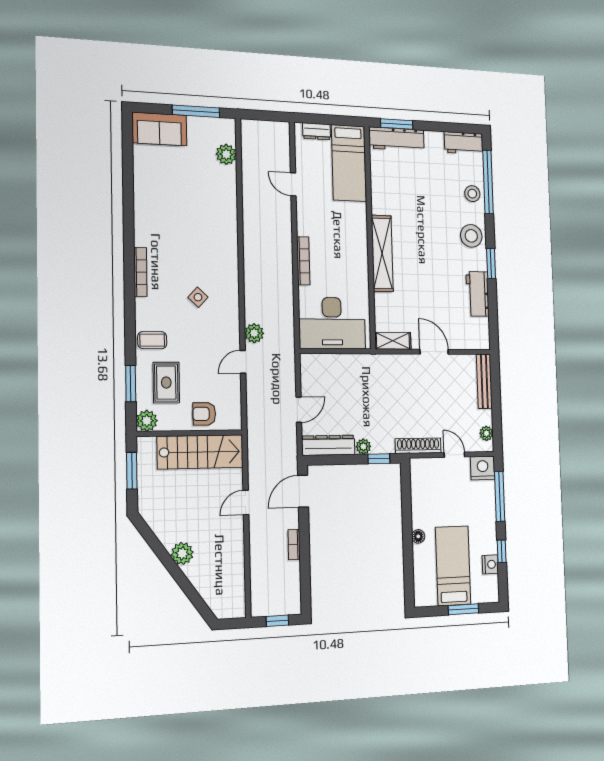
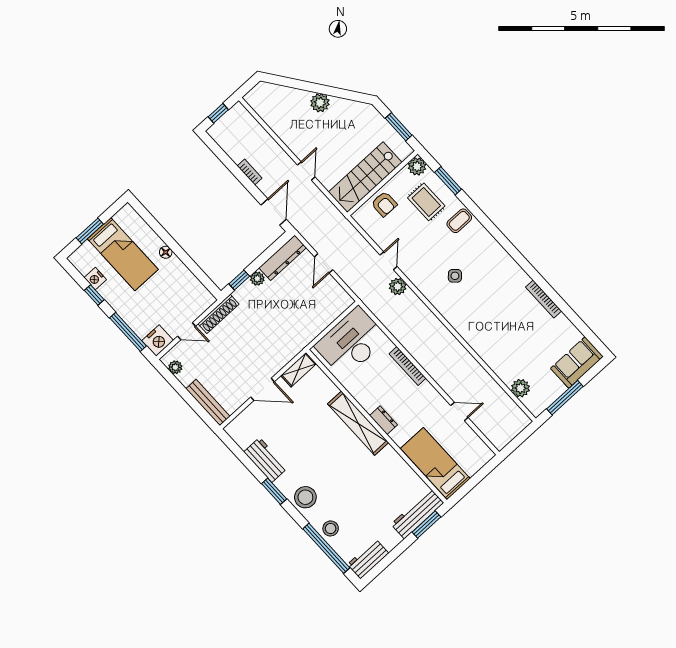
dresser: (316, 131) -> (383, 420), moved, turned 90
bookcase: (140, 272) -> (544, 299), moved
armchair: (204, 414) -> (384, 204), turned 90

